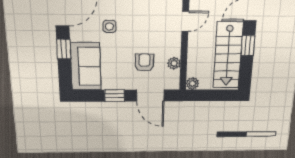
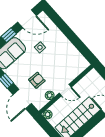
door: (185, 21) -> (65, 90), moved
window: (248, 46) -> (91, 124), removed

